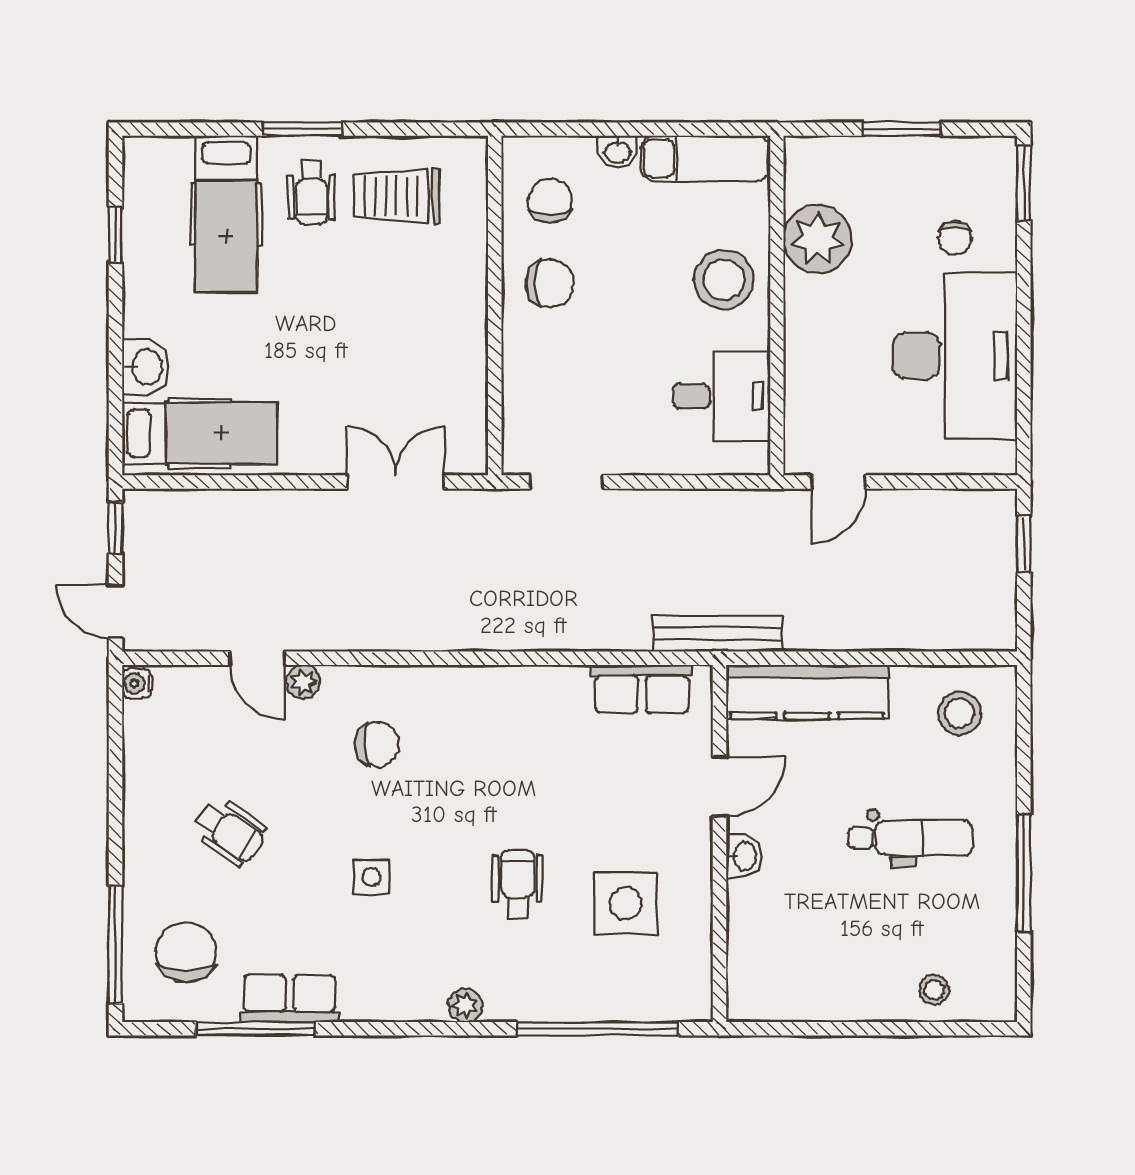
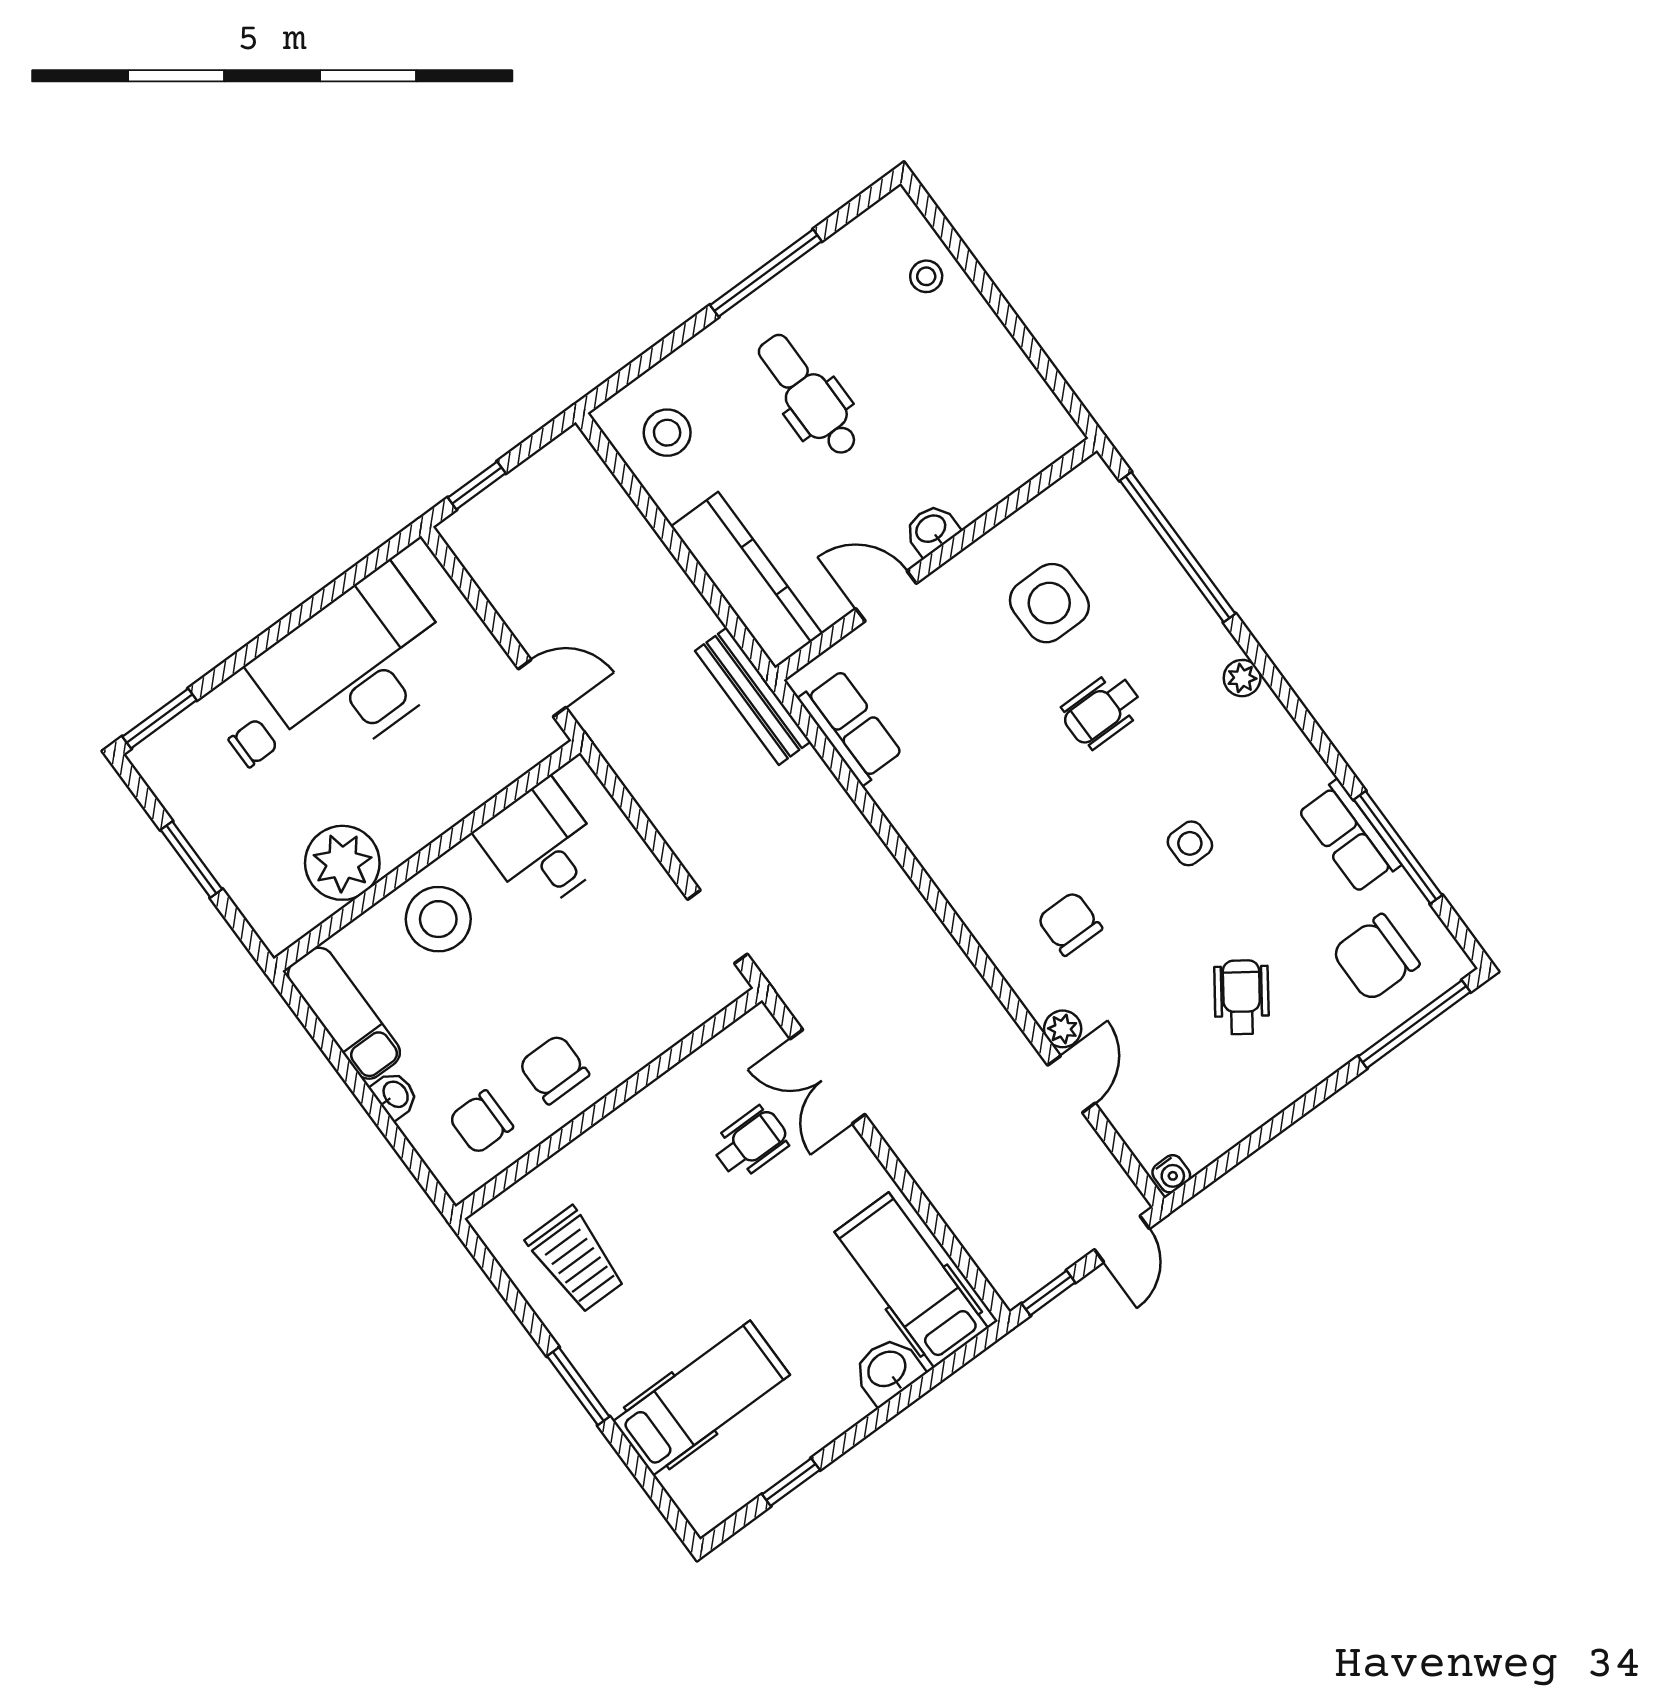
wheelchair: (311, 192) -> (751, 1143), moved

